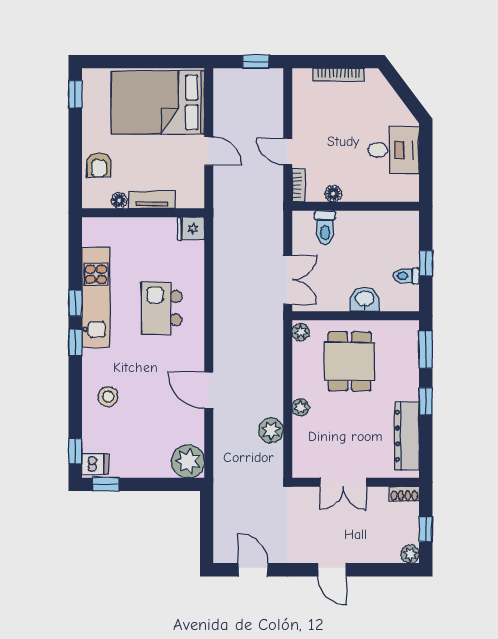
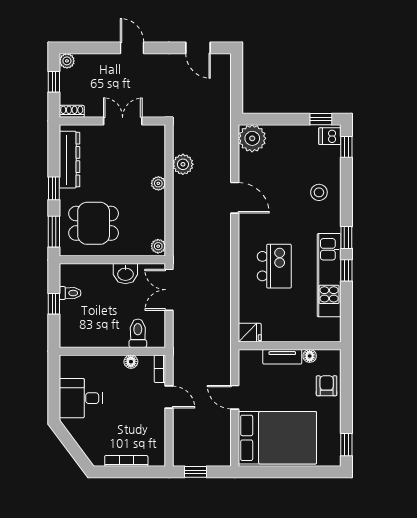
washbasin: (365, 299) -> (125, 274), moved
dining table: (350, 361) -> (94, 223), moved, turned 90

